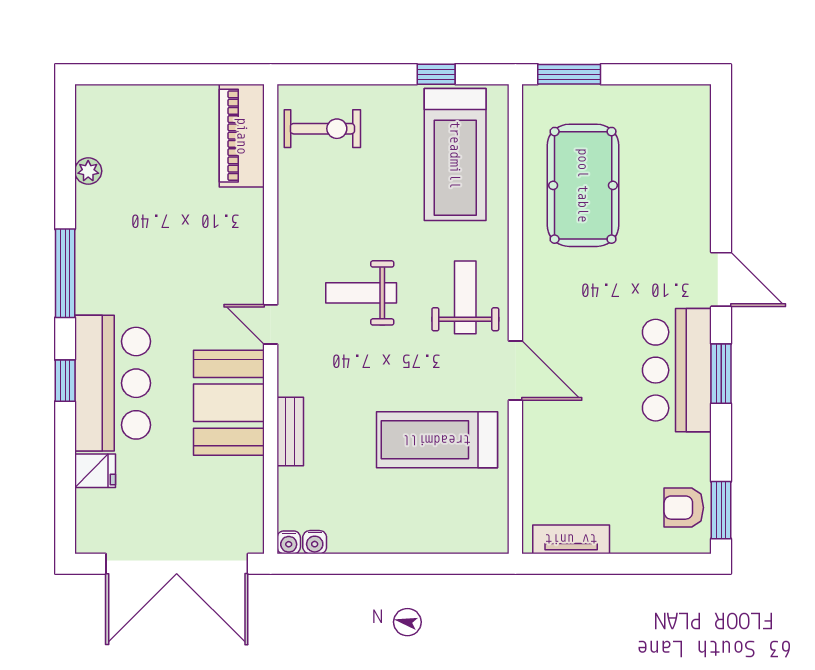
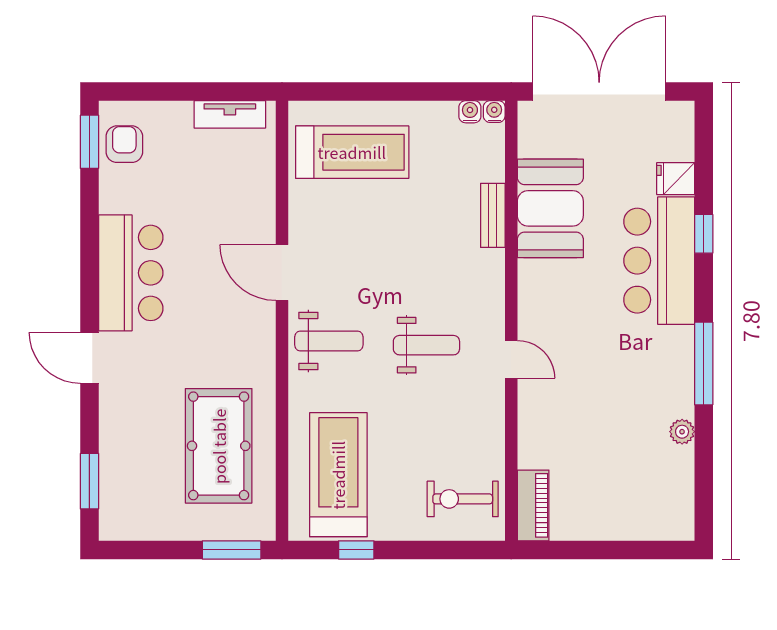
piano: (242, 136) -> (533, 505), width x0.73, depth x0.75
plant: (88, 171) -> (682, 432), moved
weight bench: (465, 297) -> (329, 341), turned -90
door: (271, 324) -> (511, 359), moved
window: (721, 374) -> (89, 481), moved
window: (65, 381) -> (704, 234), moved
booth: (229, 403) -> (550, 208), moved
treadmill: (437, 440) -> (352, 152), moved
armchair: (684, 508) -> (124, 144), turned -90

